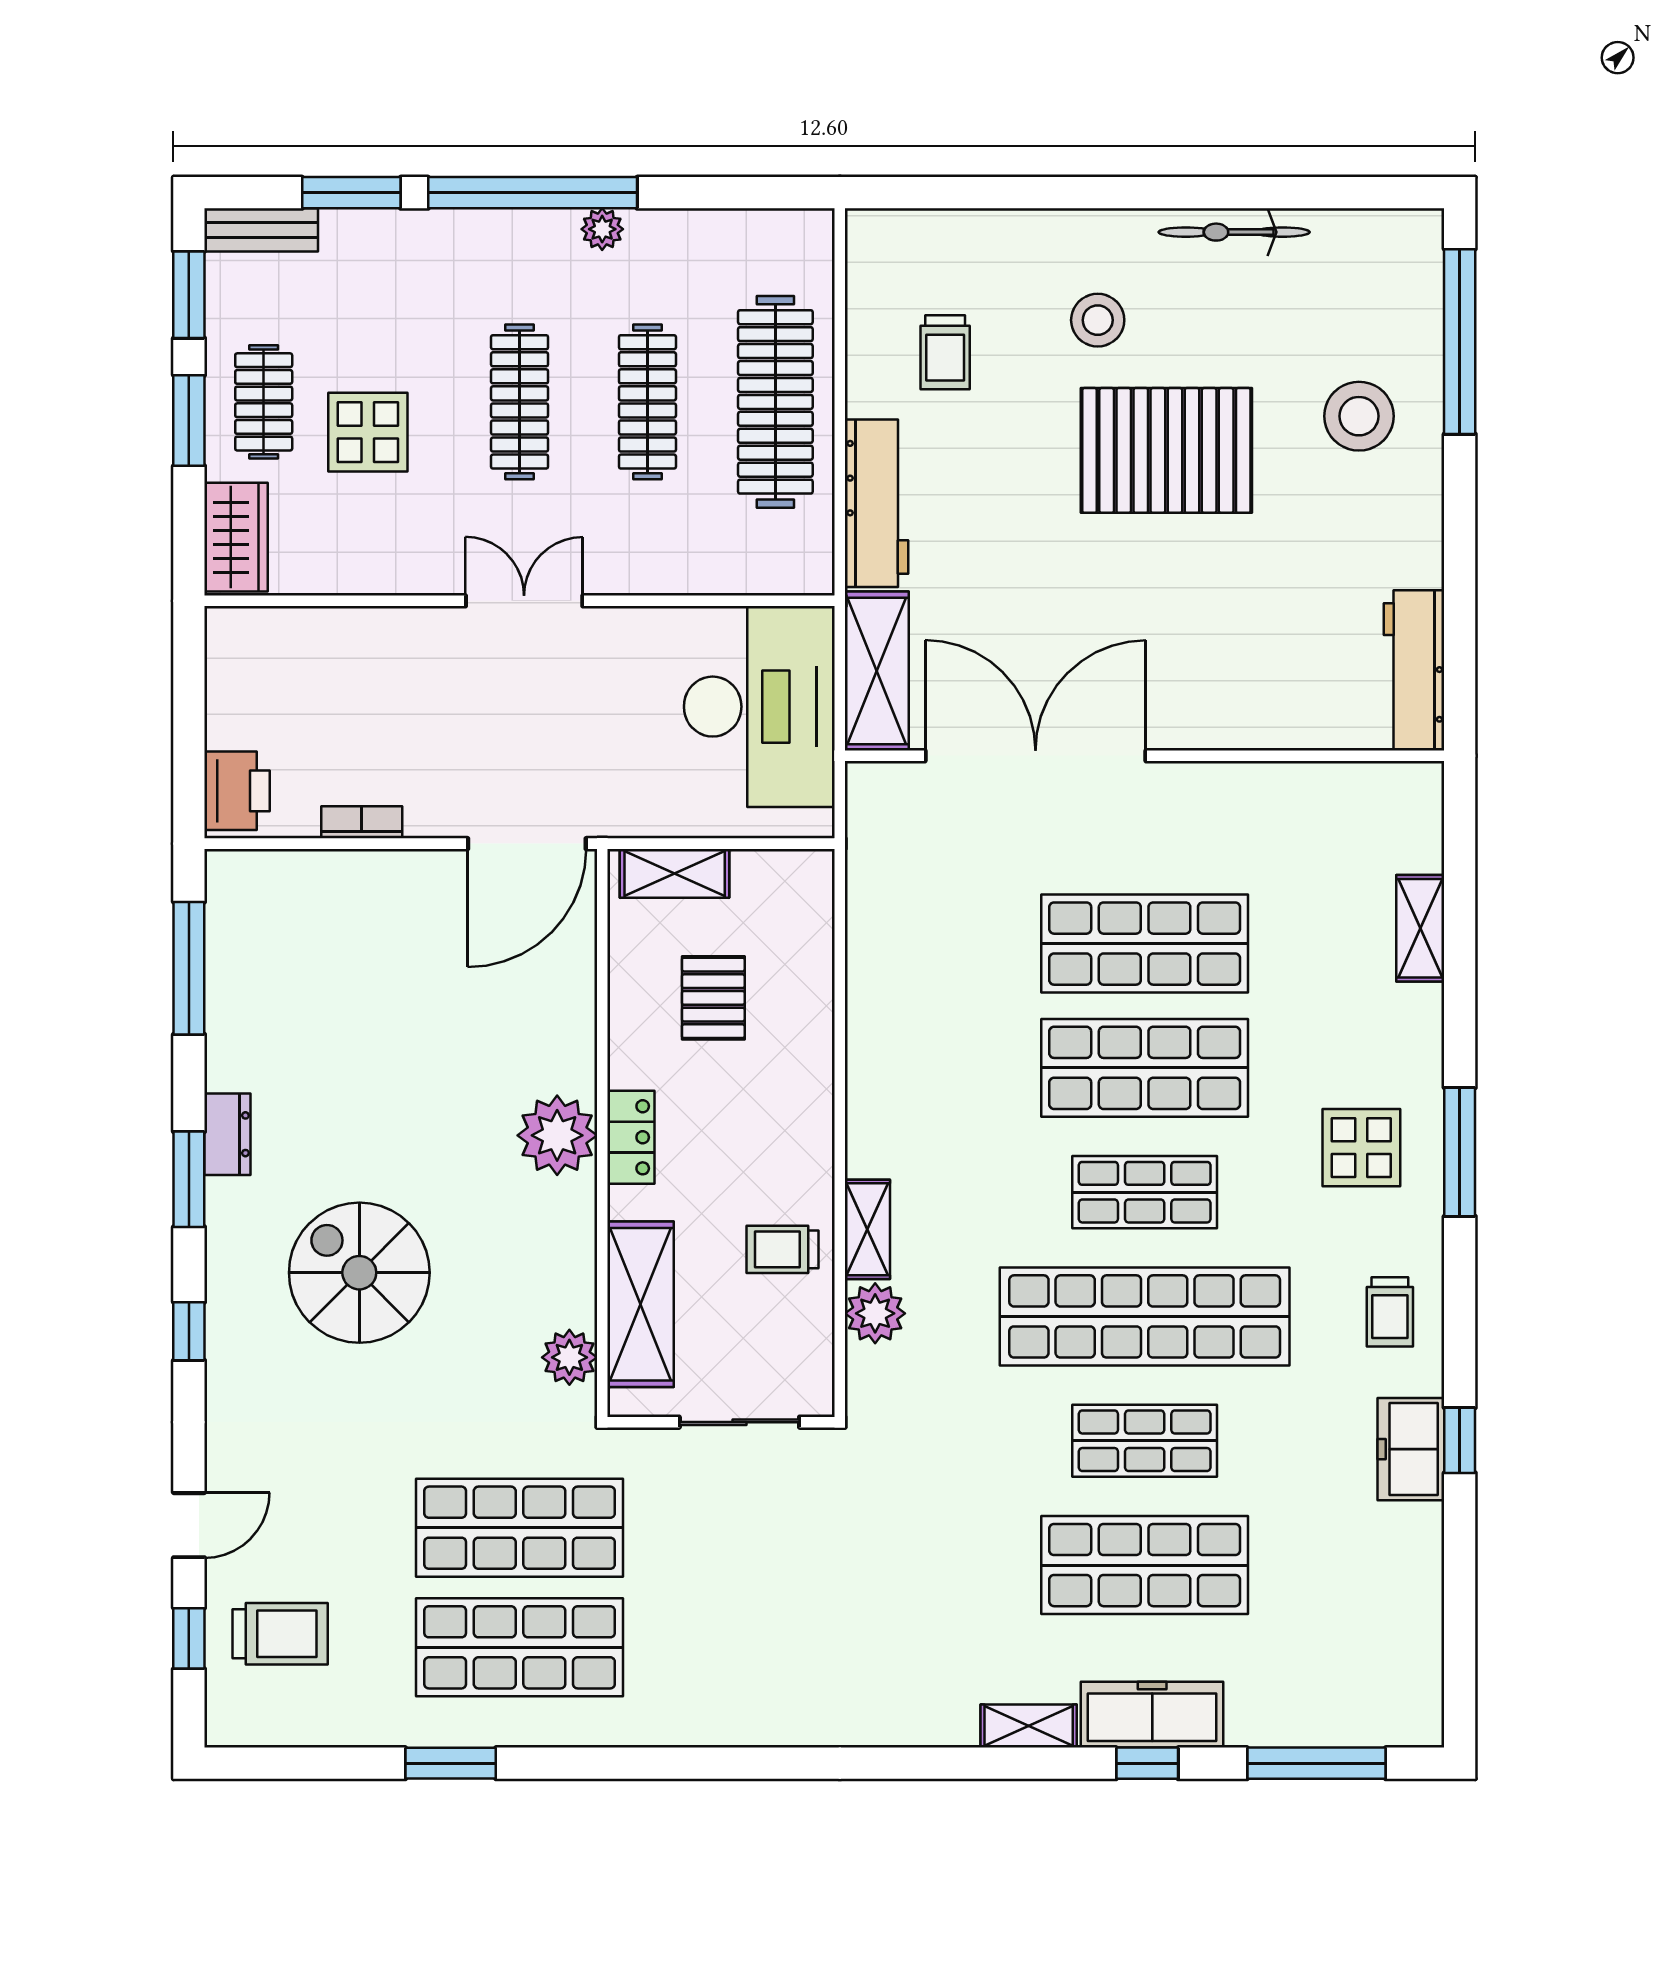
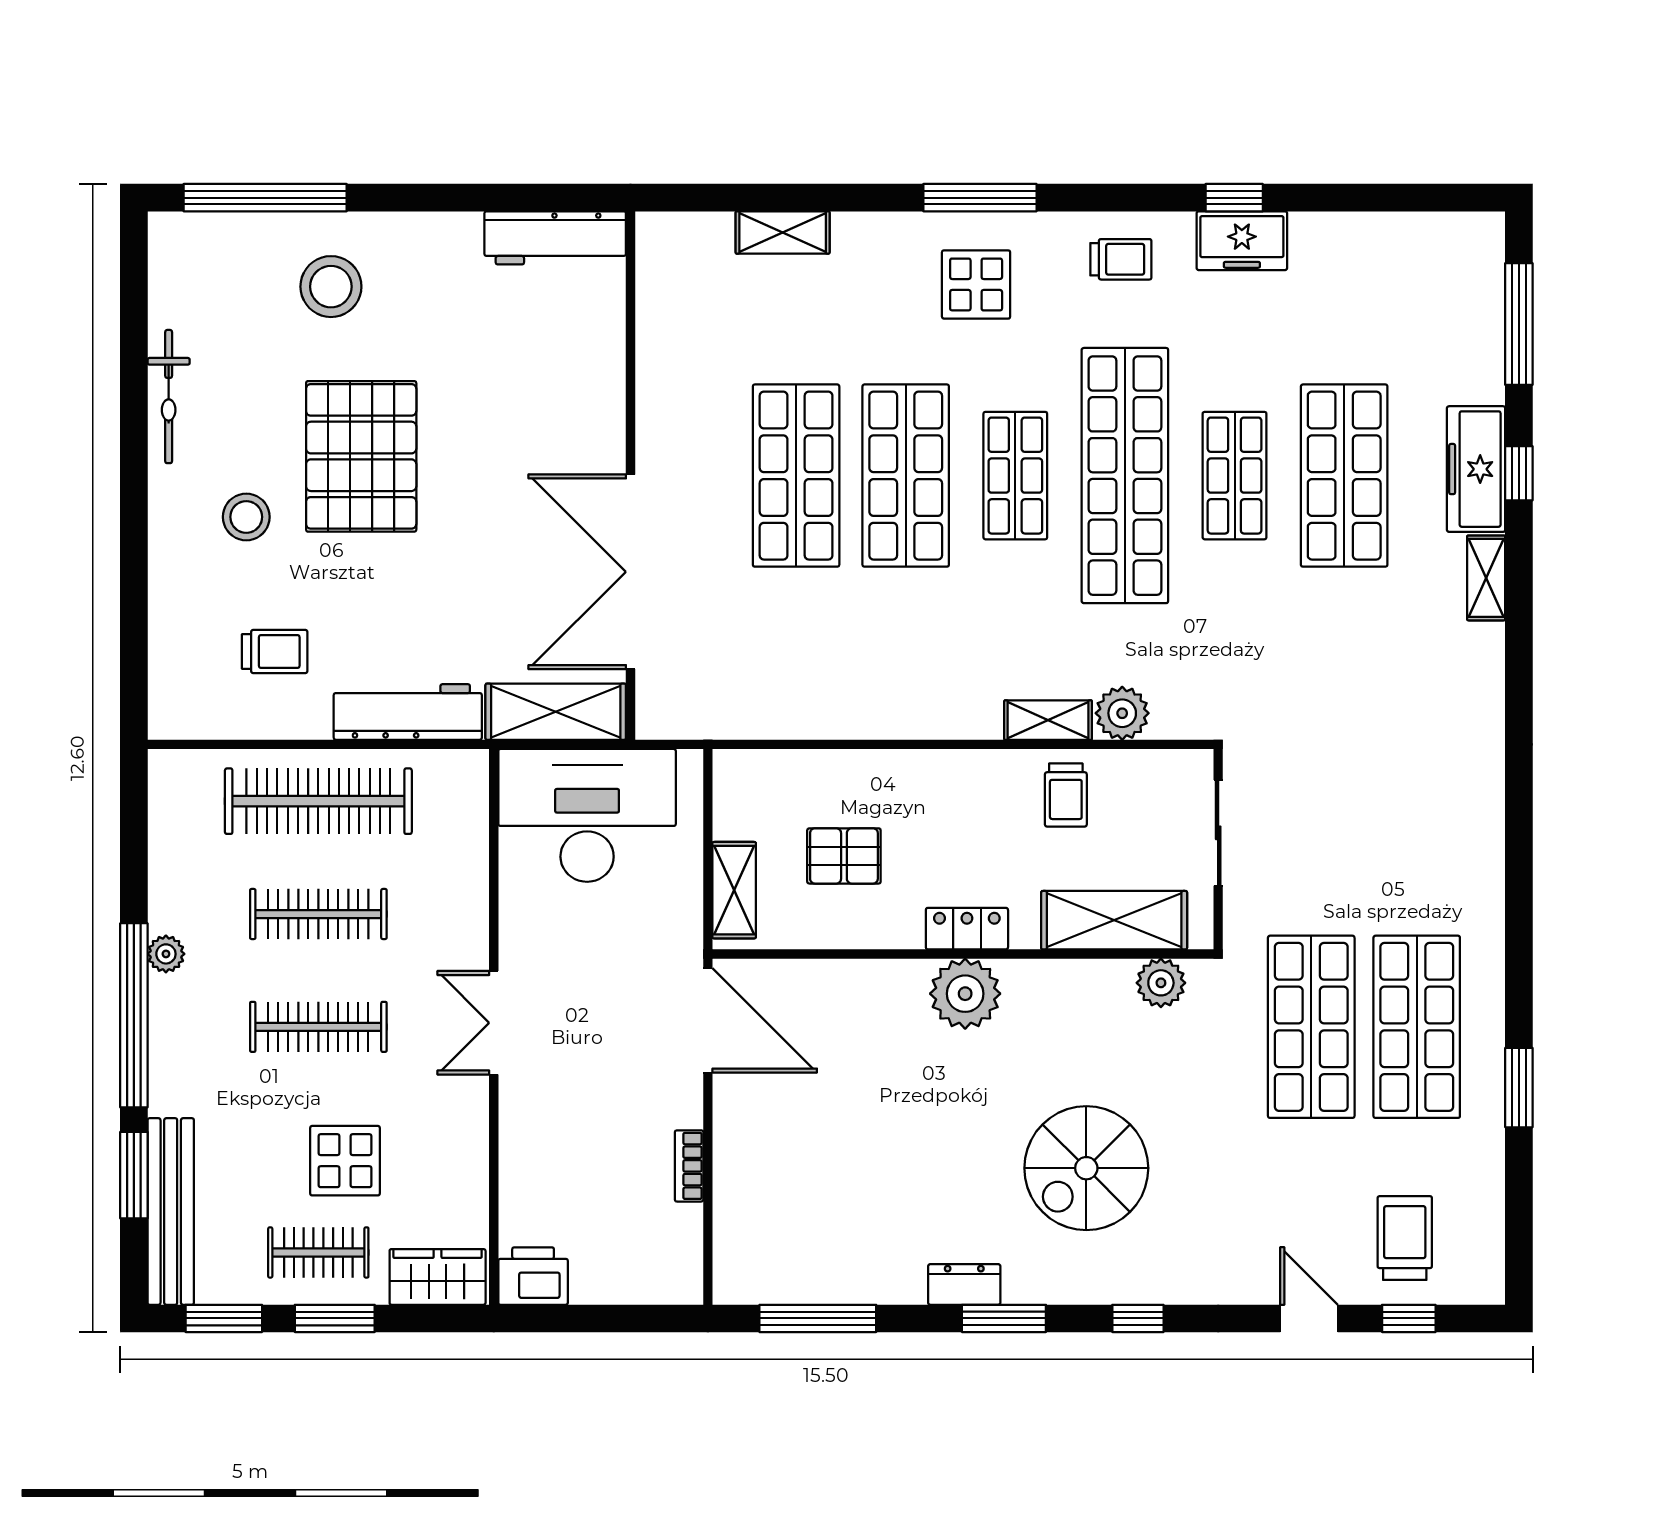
bench: (261, 230) -> (171, 1211), width x1.86, depth x1.21
printer: (237, 791) -> (533, 1276), moved

